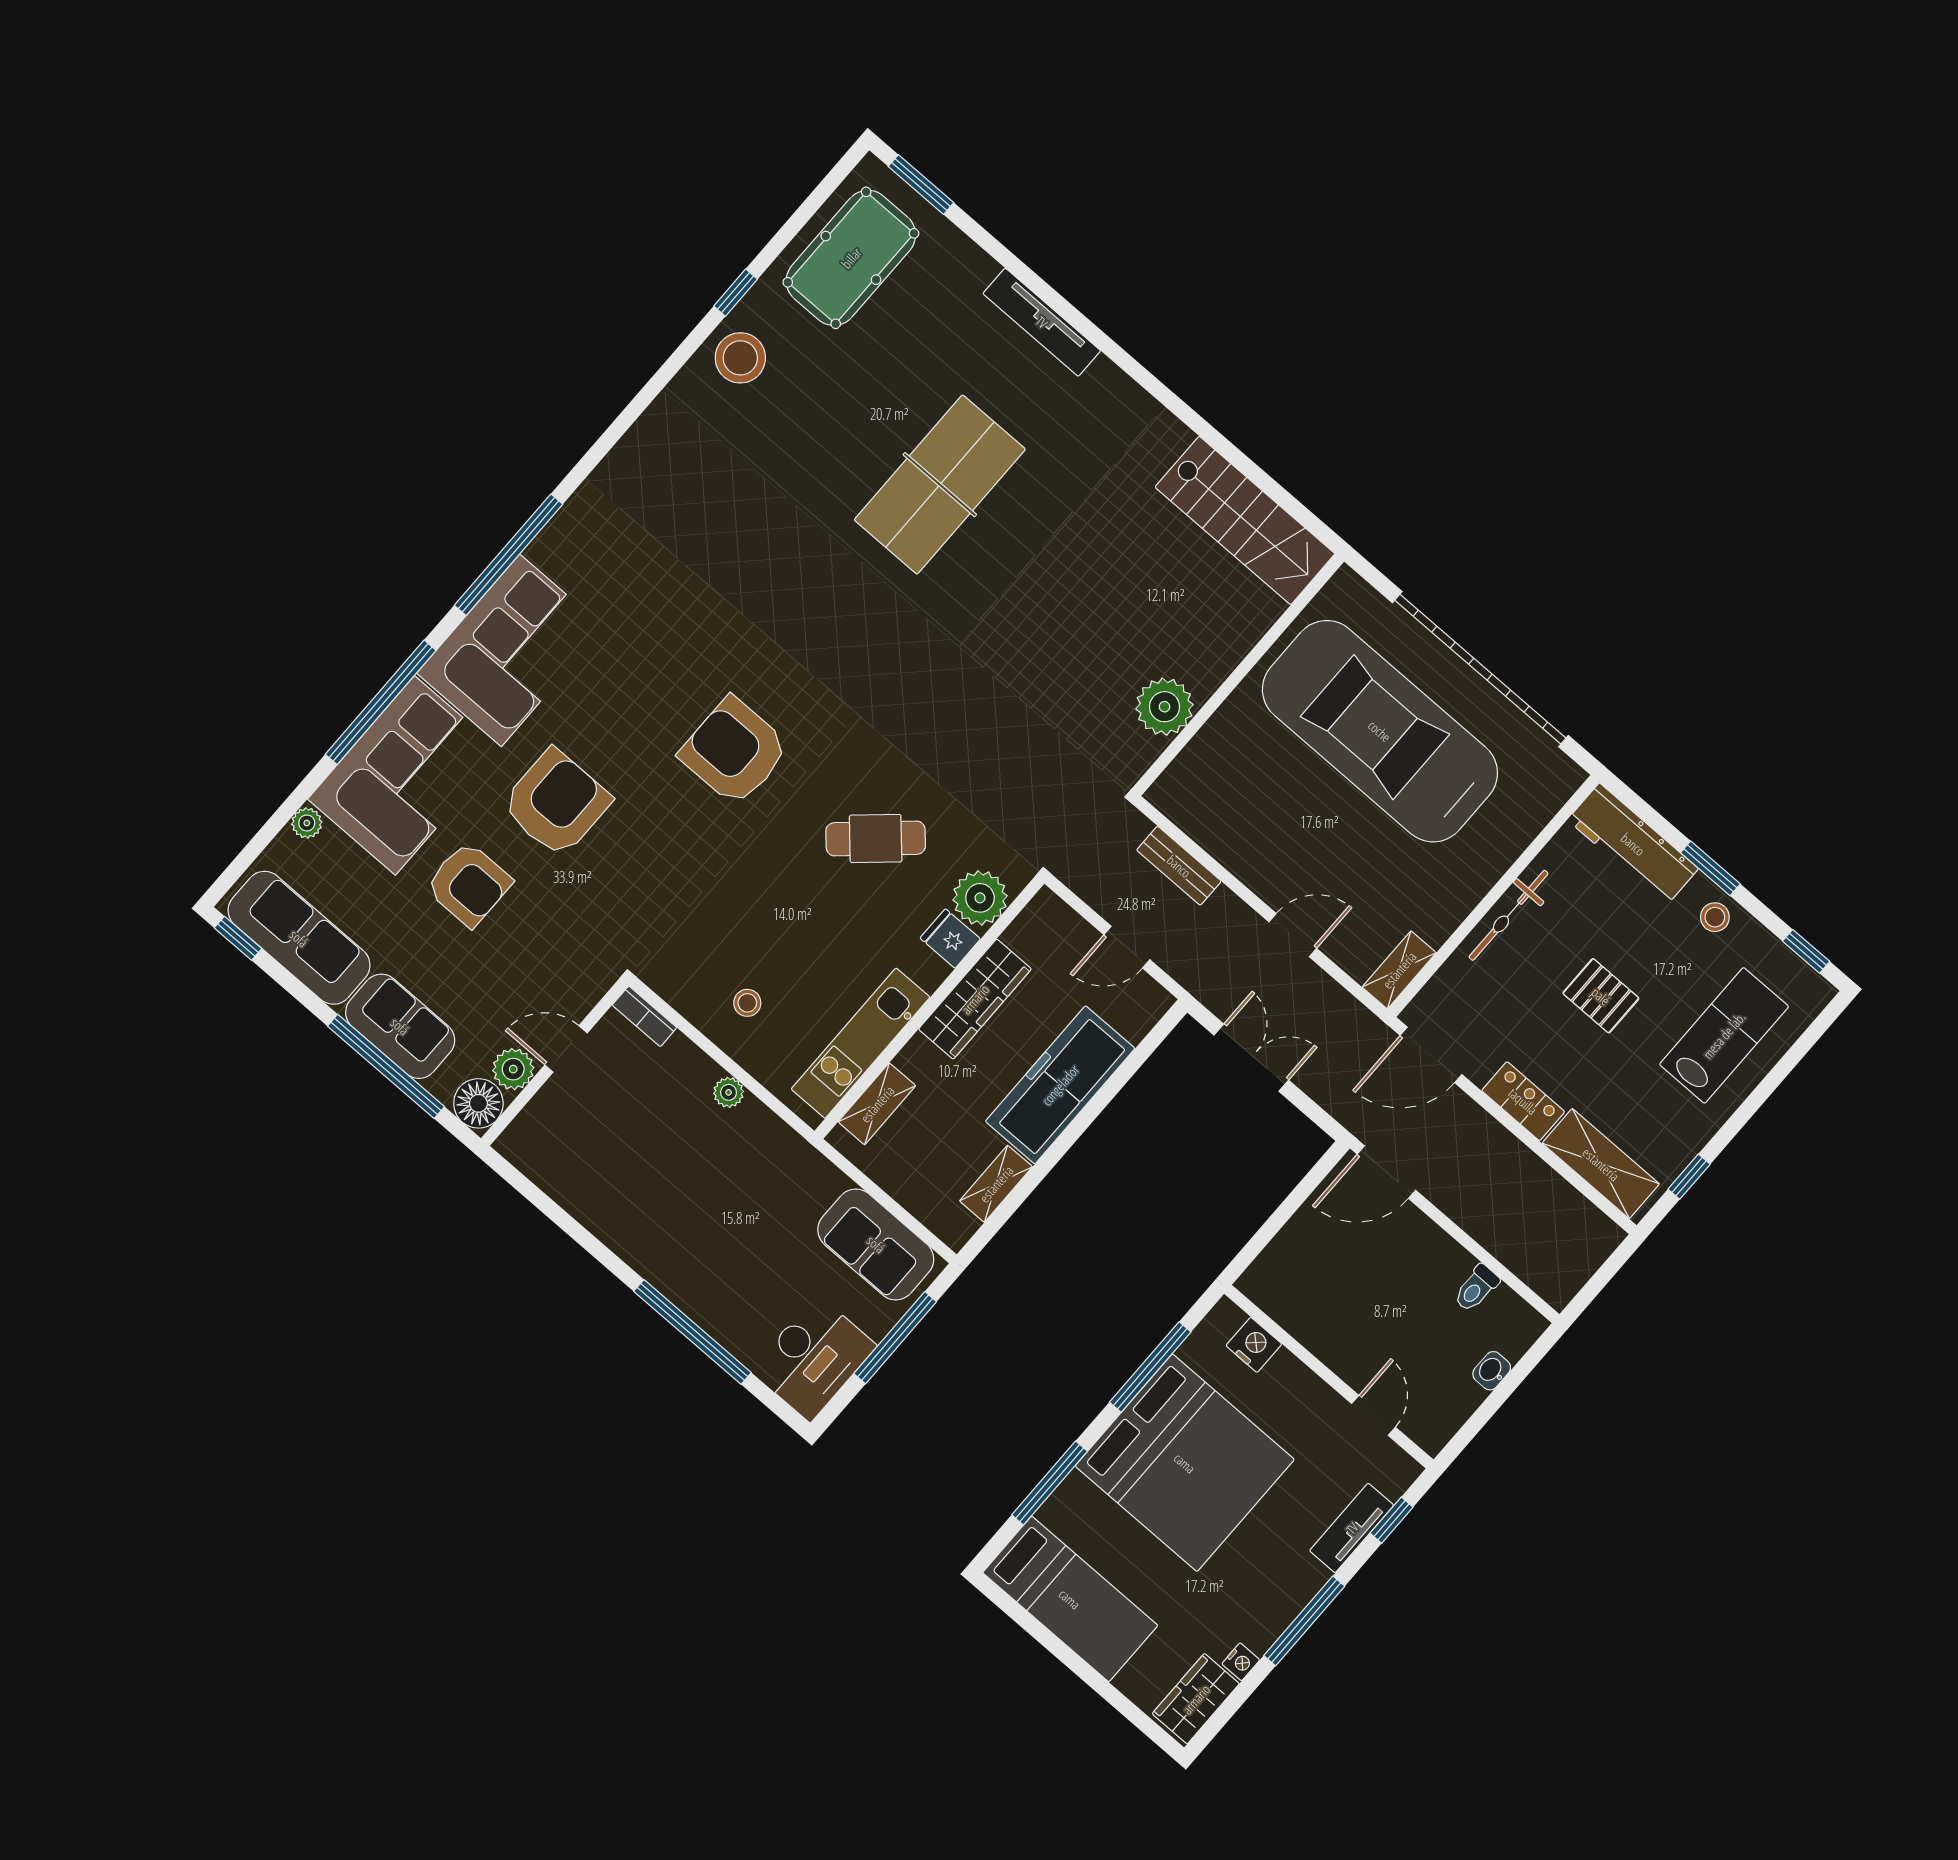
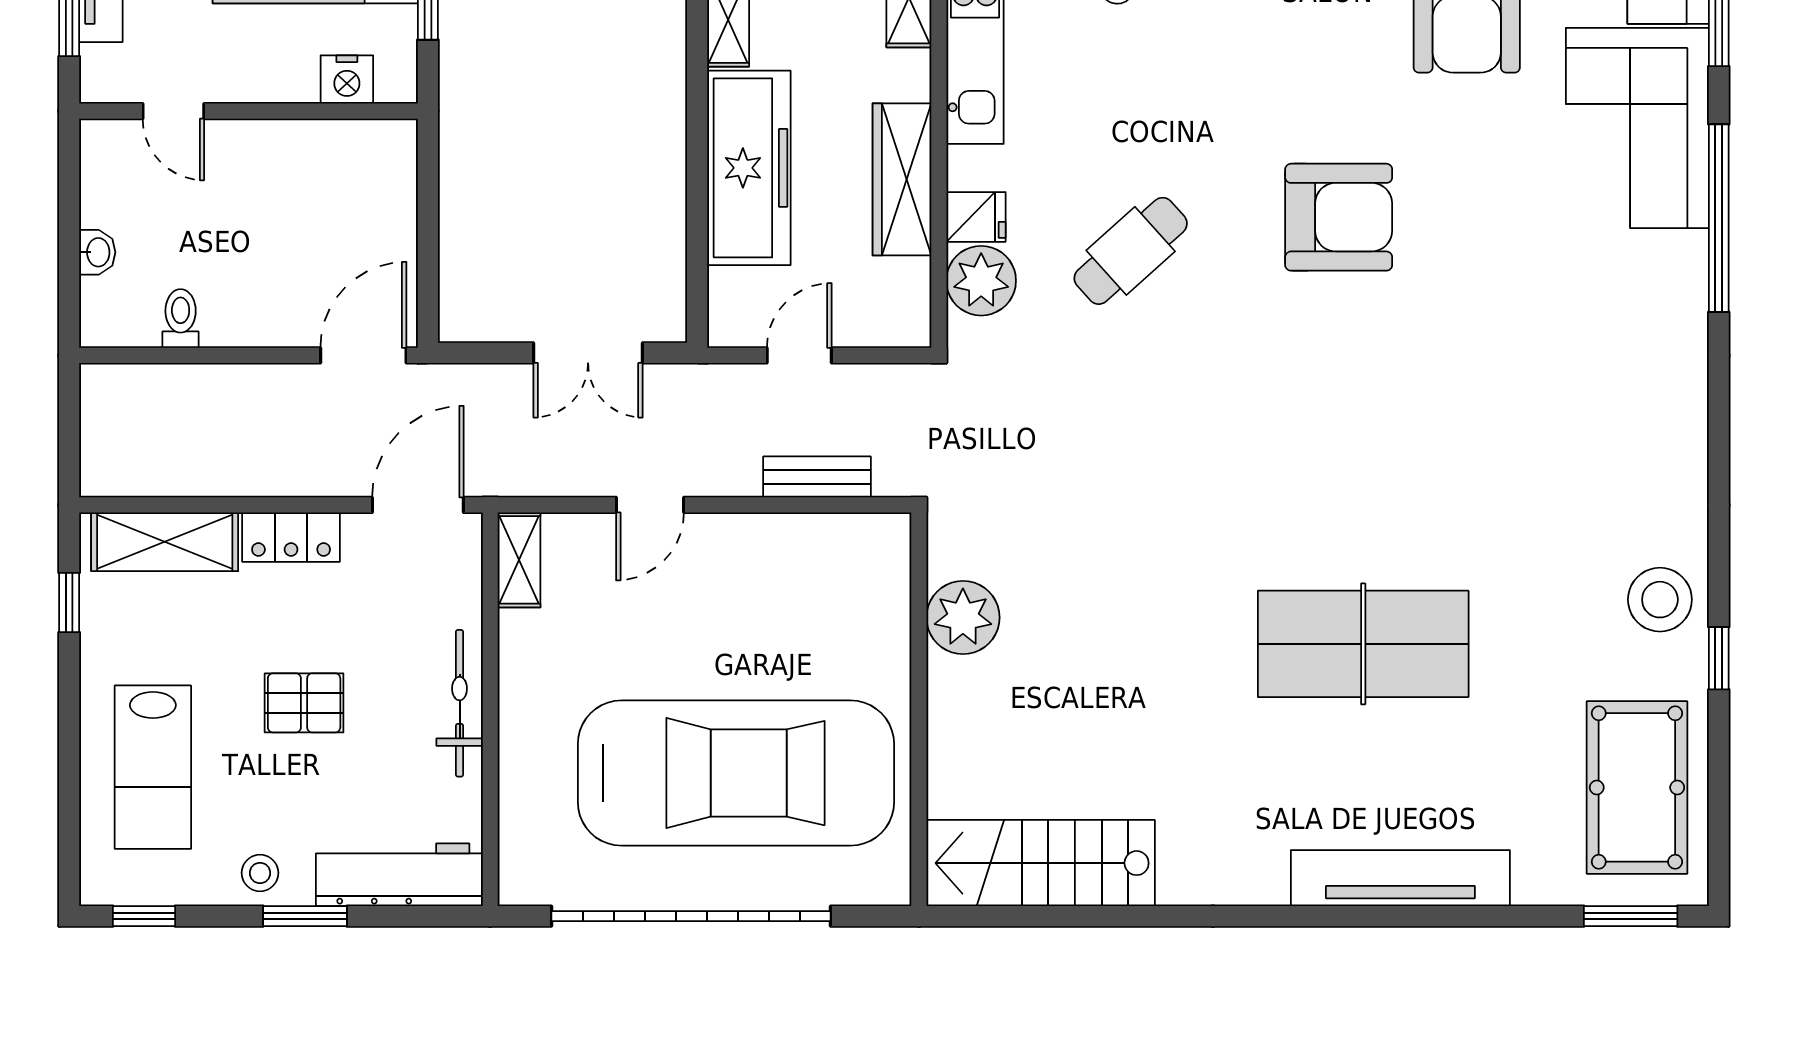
tv unit: (1042, 322) -> (1400, 878), width x1.36, depth x1.29
table tennis table: (940, 485) -> (1363, 644), turned 90

